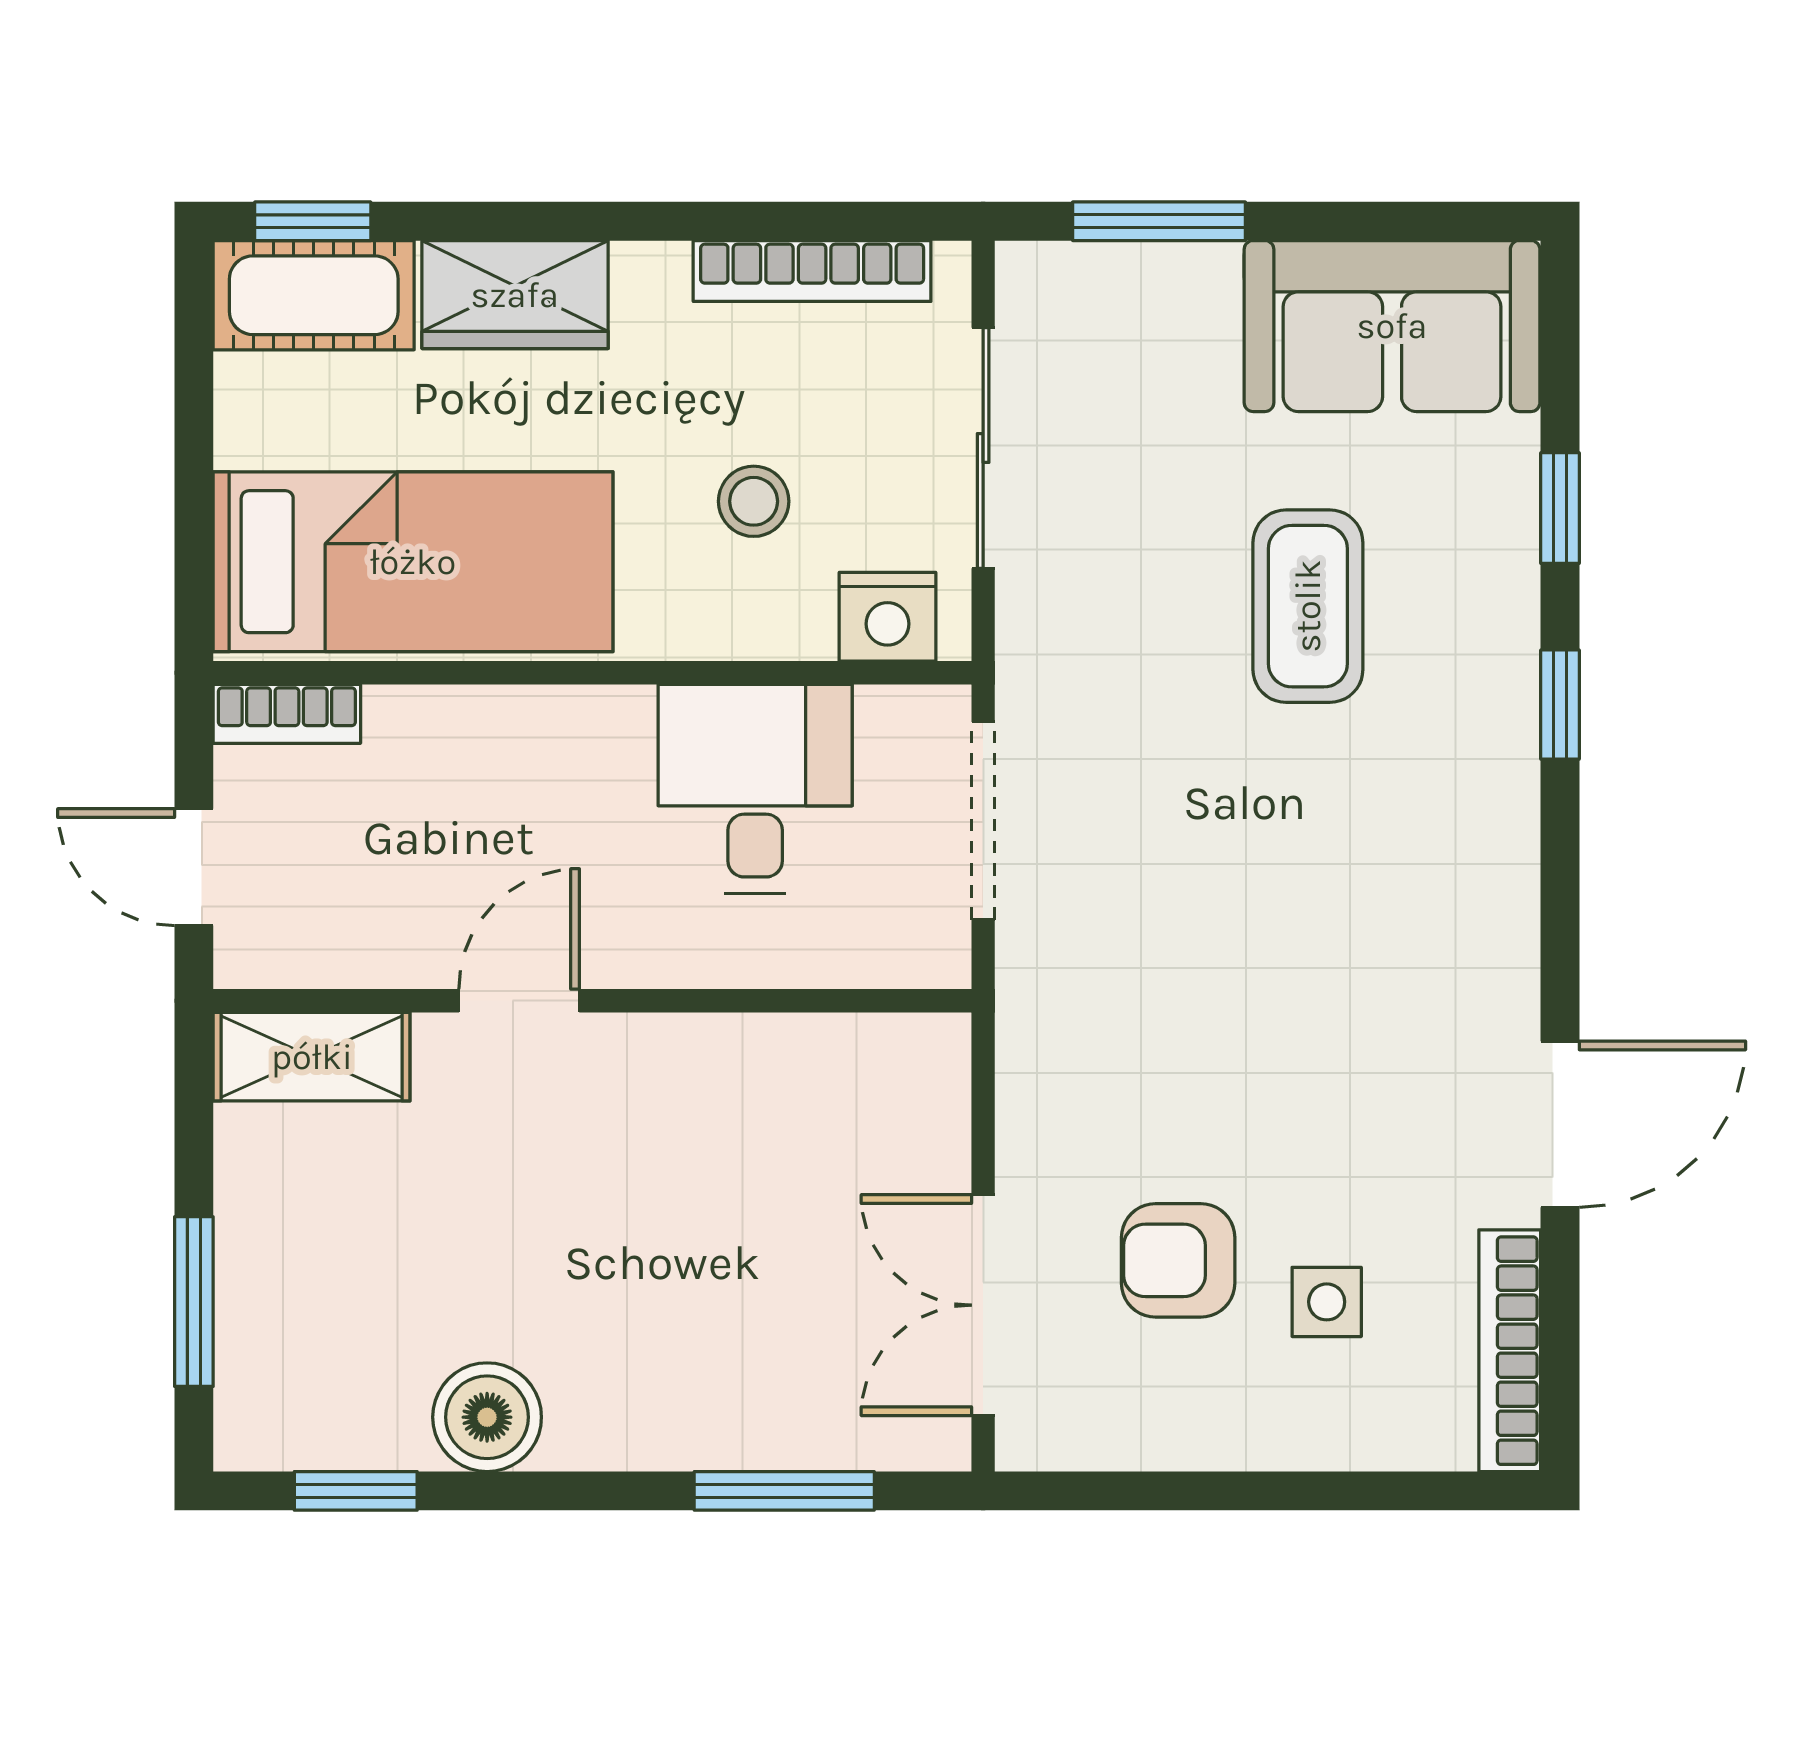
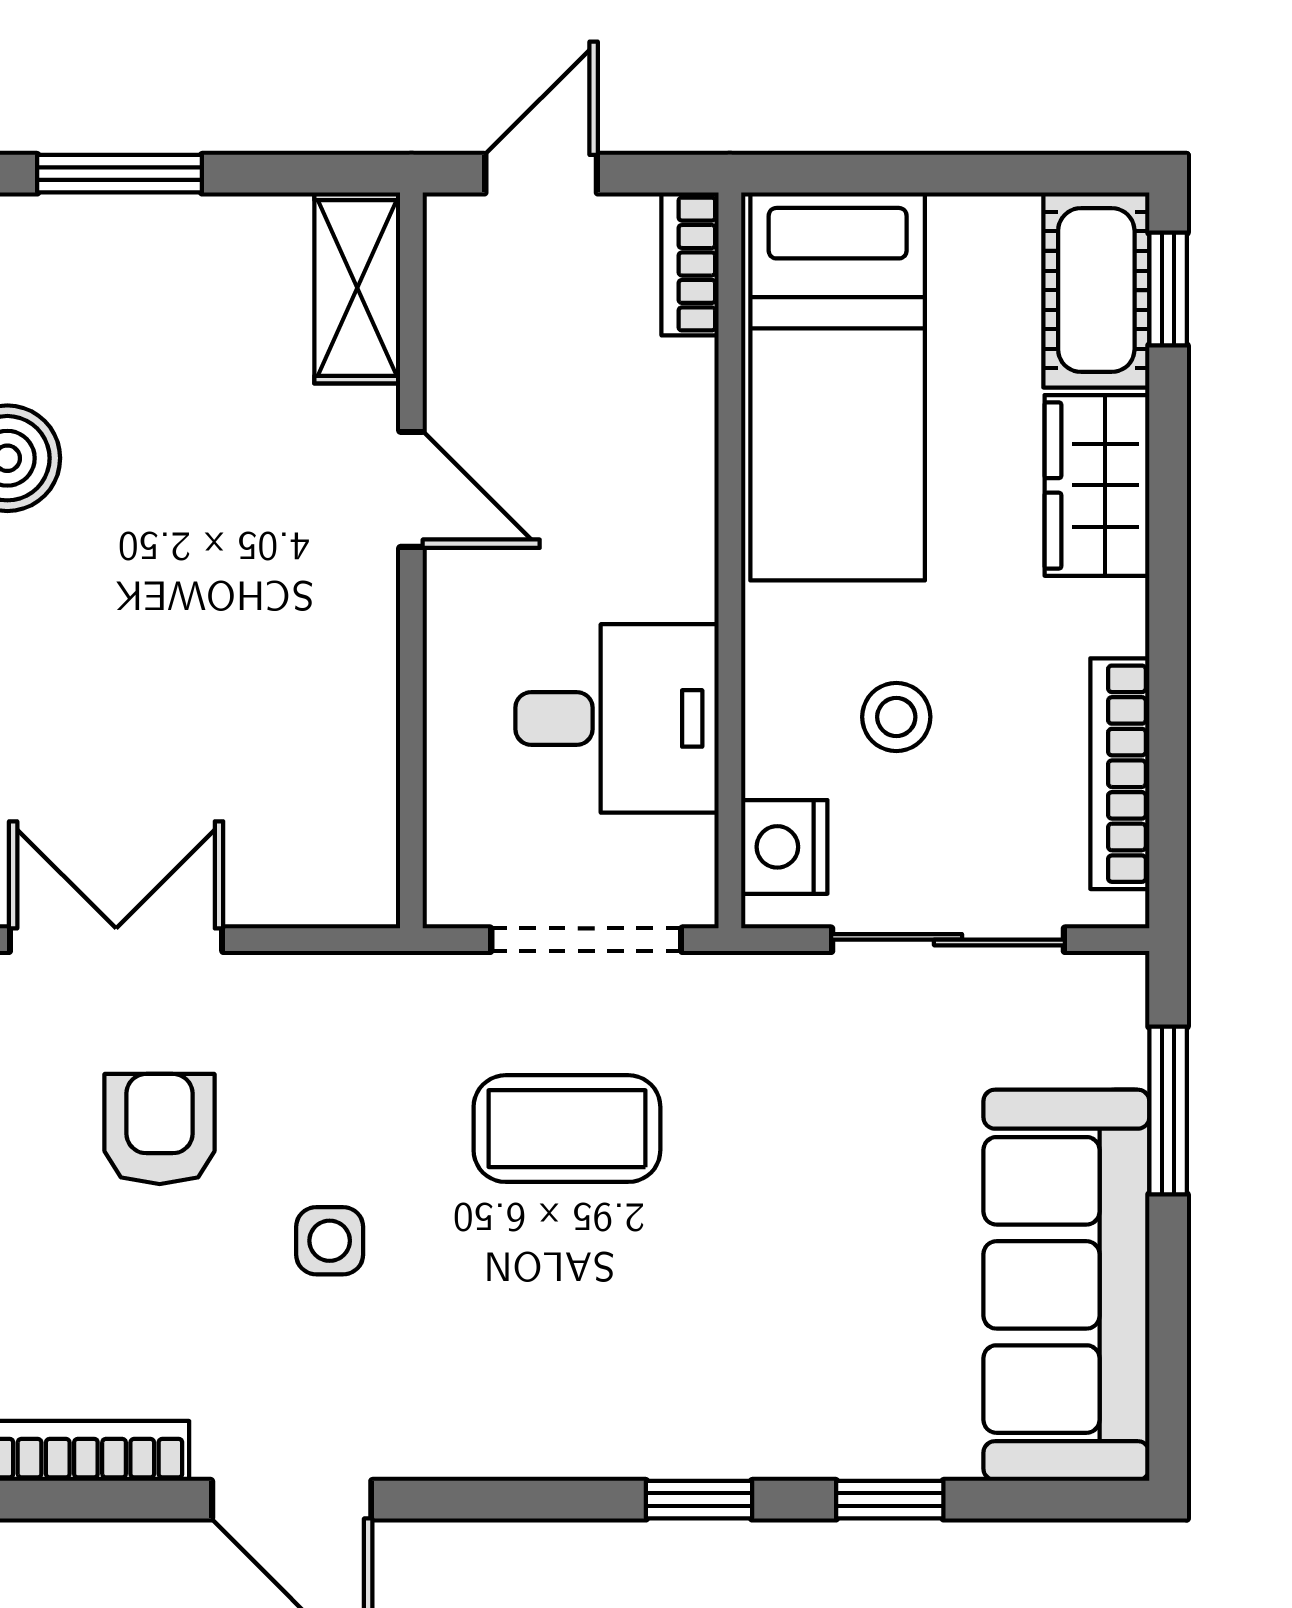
sofa: (1392, 326) -> (1066, 1285), width x1.36
coffee table: (1308, 606) -> (567, 1129), moved
side table: (1327, 1302) -> (330, 1241), moved

